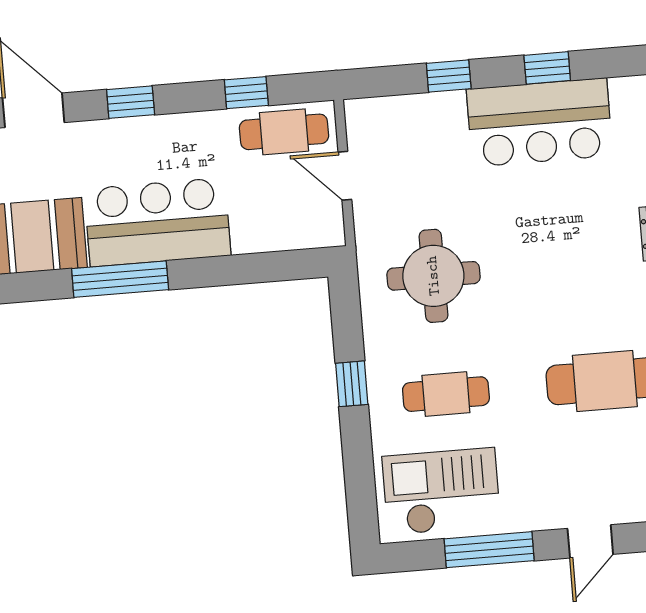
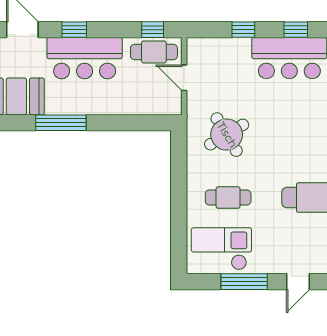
window: (246, 93) -> (153, 30), moved
bar counter: (157, 222) -> (85, 58), moved, turned 180
round table: (433, 276) -> (227, 135), turned -31
window: (352, 384) -> (179, 188), removed

